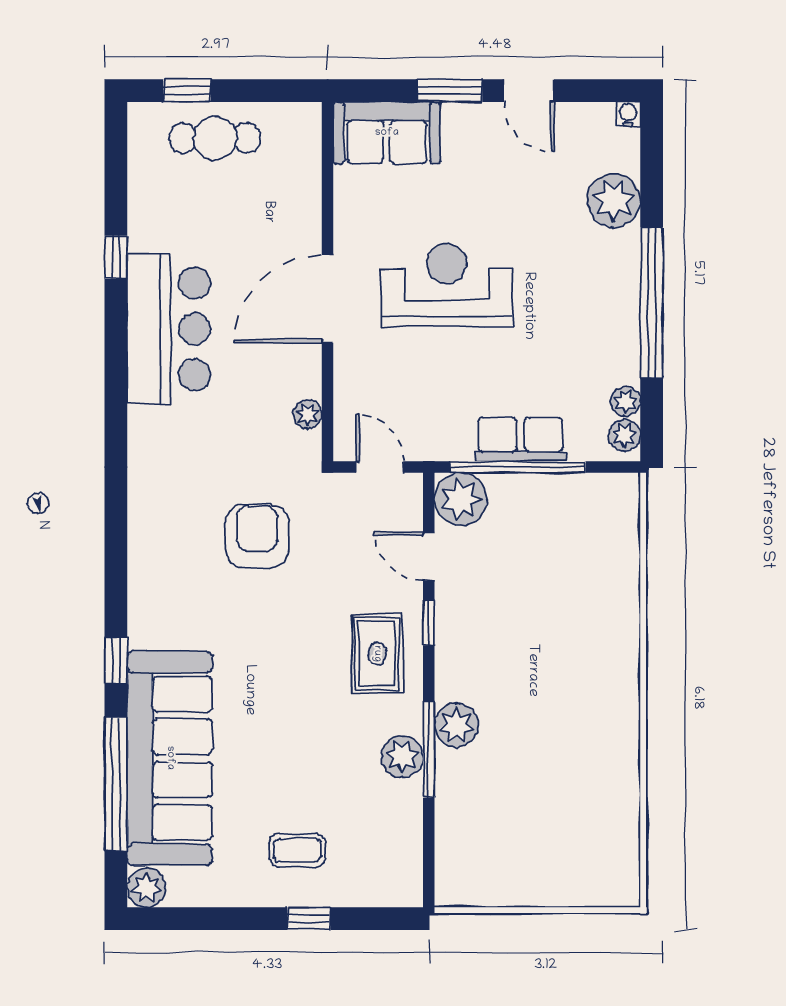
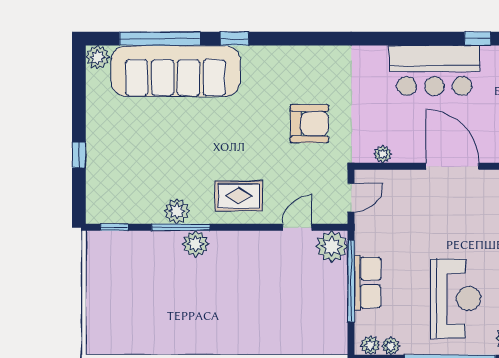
reception desk: (447, 285) -> (456, 298), moved
window: (429, 623) -> (114, 227), moved
coffee table: (297, 850) -> (120, 148), removed

